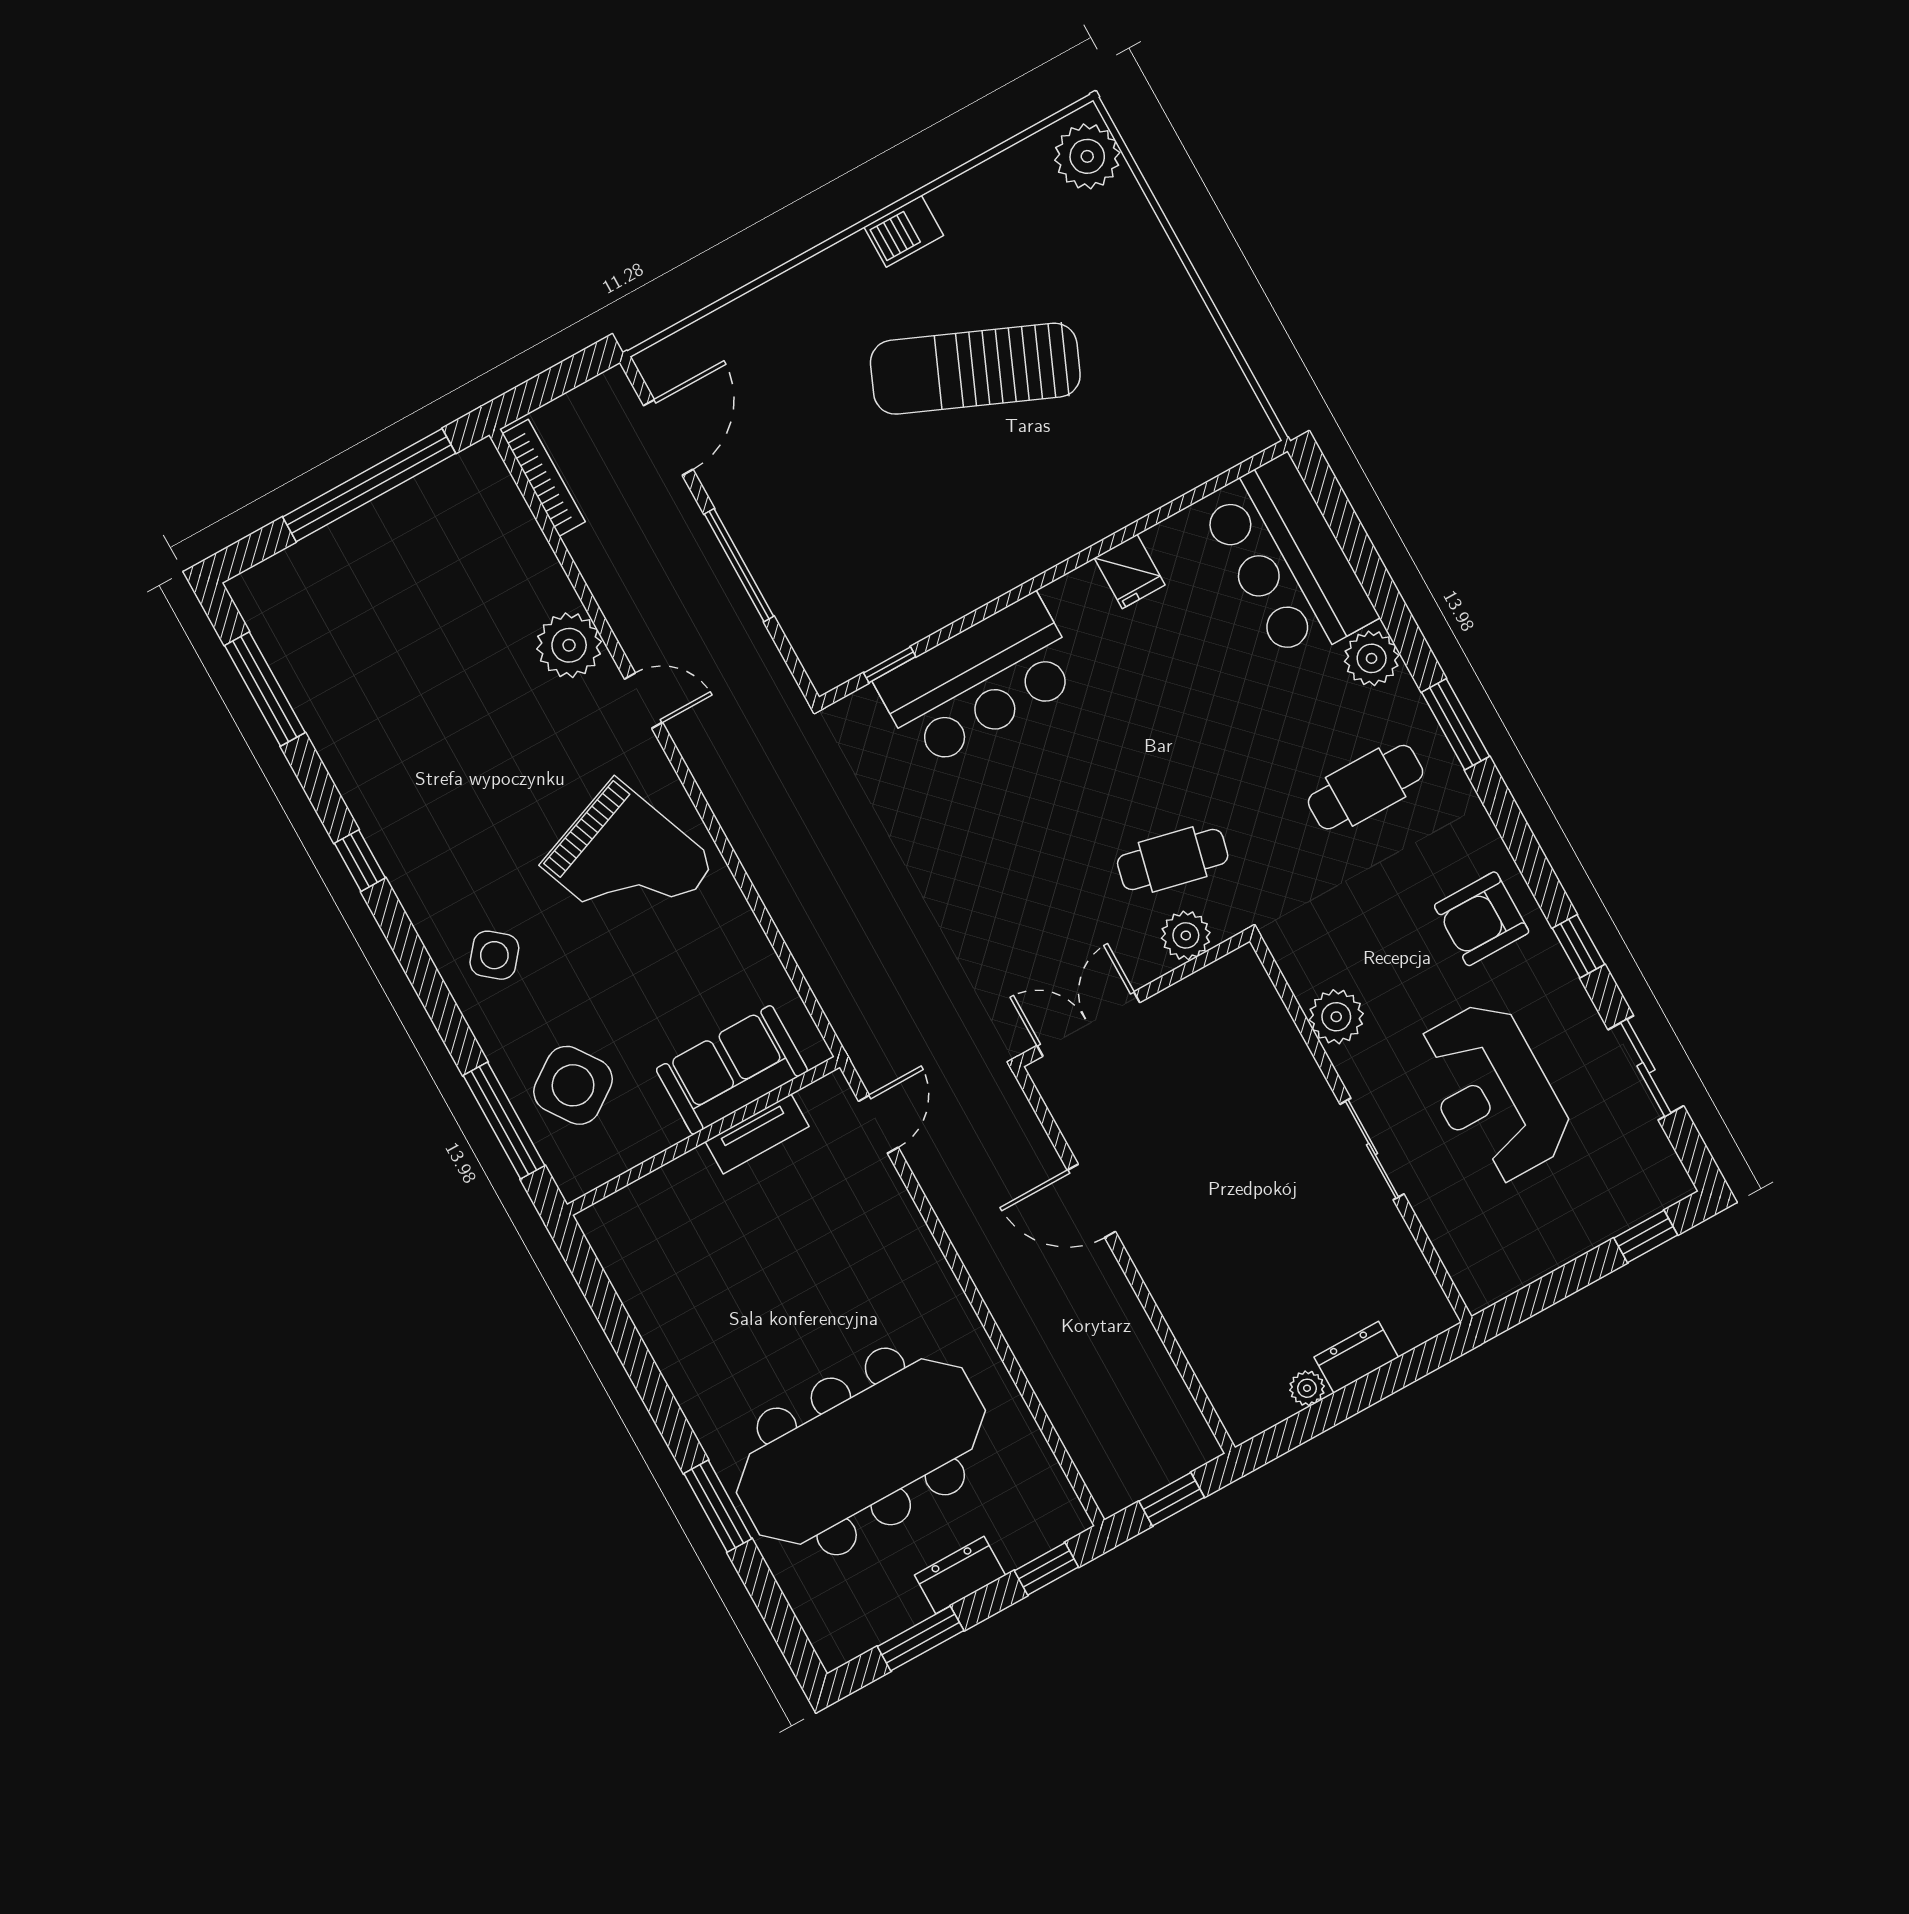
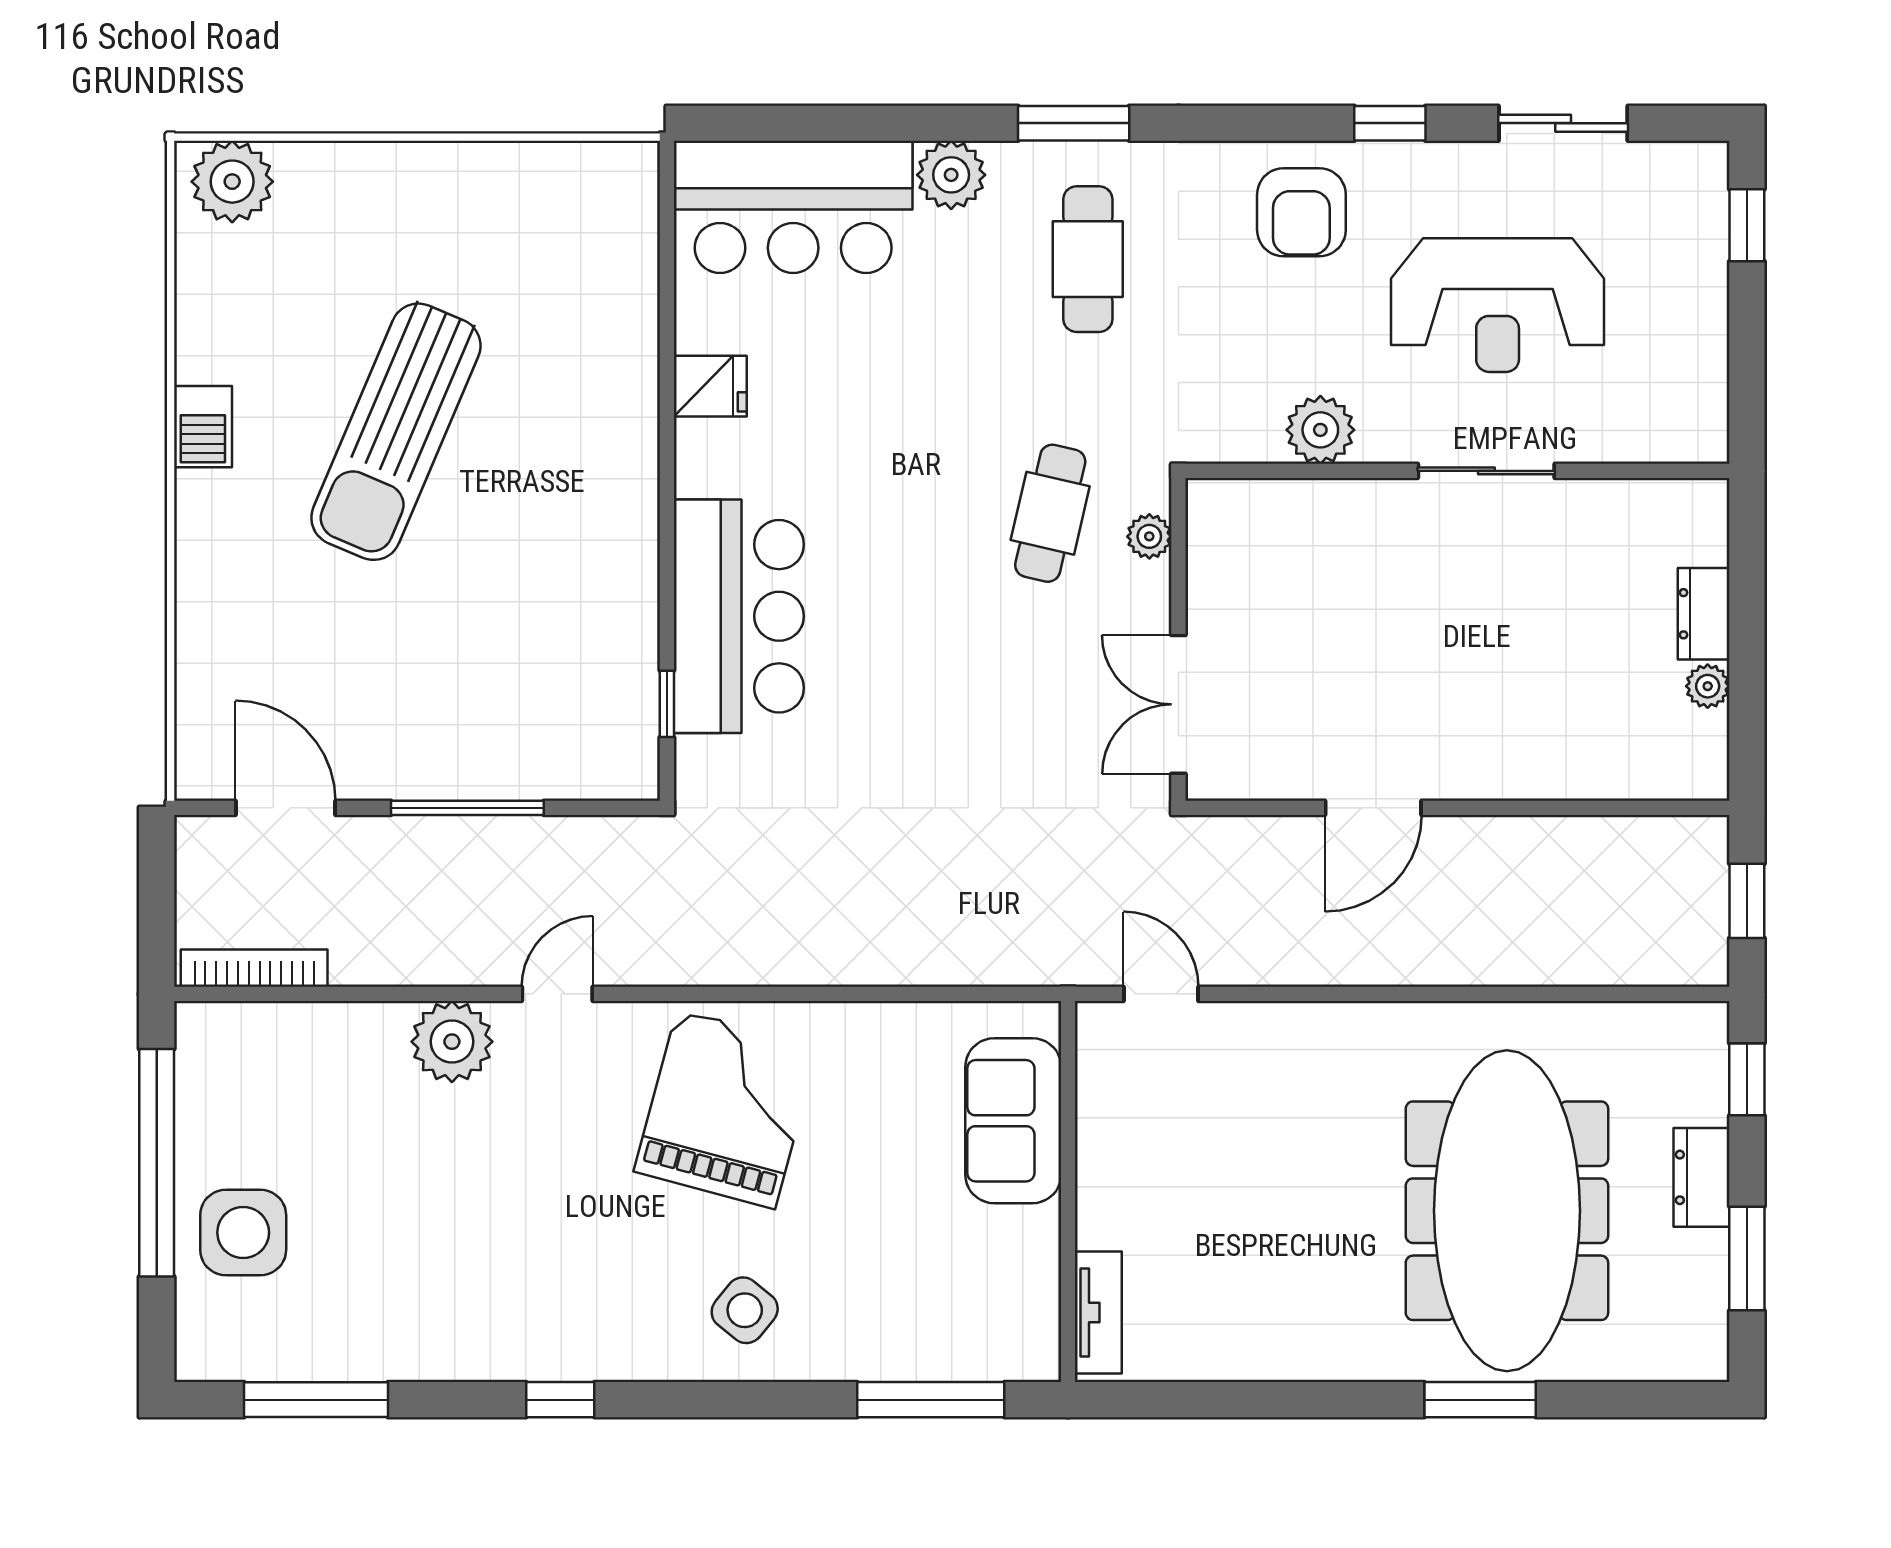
grand piano: (628, 864) -> (726, 1109), turned -54
plant: (1186, 935) -> (1149, 536), width x0.73, depth x0.73
side table: (573, 1085) -> (243, 1232), moved, turned 35
tv unit: (757, 1134) -> (1098, 1312), moved

